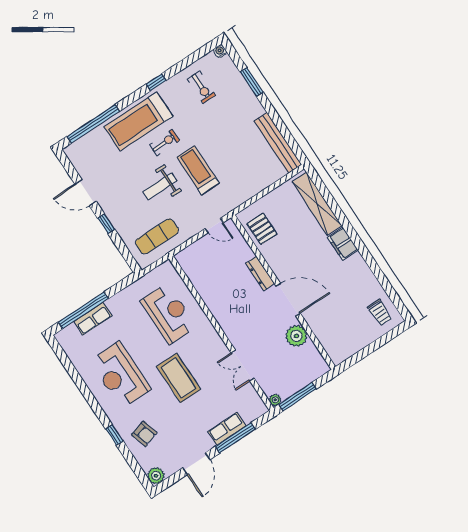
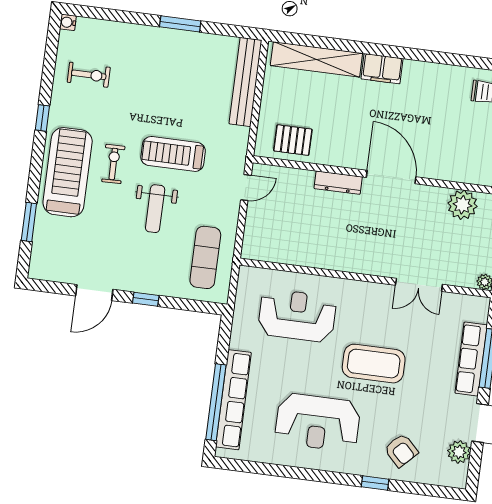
window: (252, 82) -> (180, 24), moved
treadmill: (138, 121) -> (68, 172), turned 180
window: (93, 124) -> (29, 222), width x0.47
bench: (278, 143) -> (245, 82), moved, turned 90
door: (288, 300) -> (391, 177), hinge flipped
row of seats: (93, 319) -> (233, 400), width x2.02
plant: (296, 336) -> (462, 205), moved
row of seats: (227, 429) -> (471, 359), width x1.48
armchair: (144, 434) -> (401, 450), turned 61
plant: (156, 476) -> (459, 452), moved

